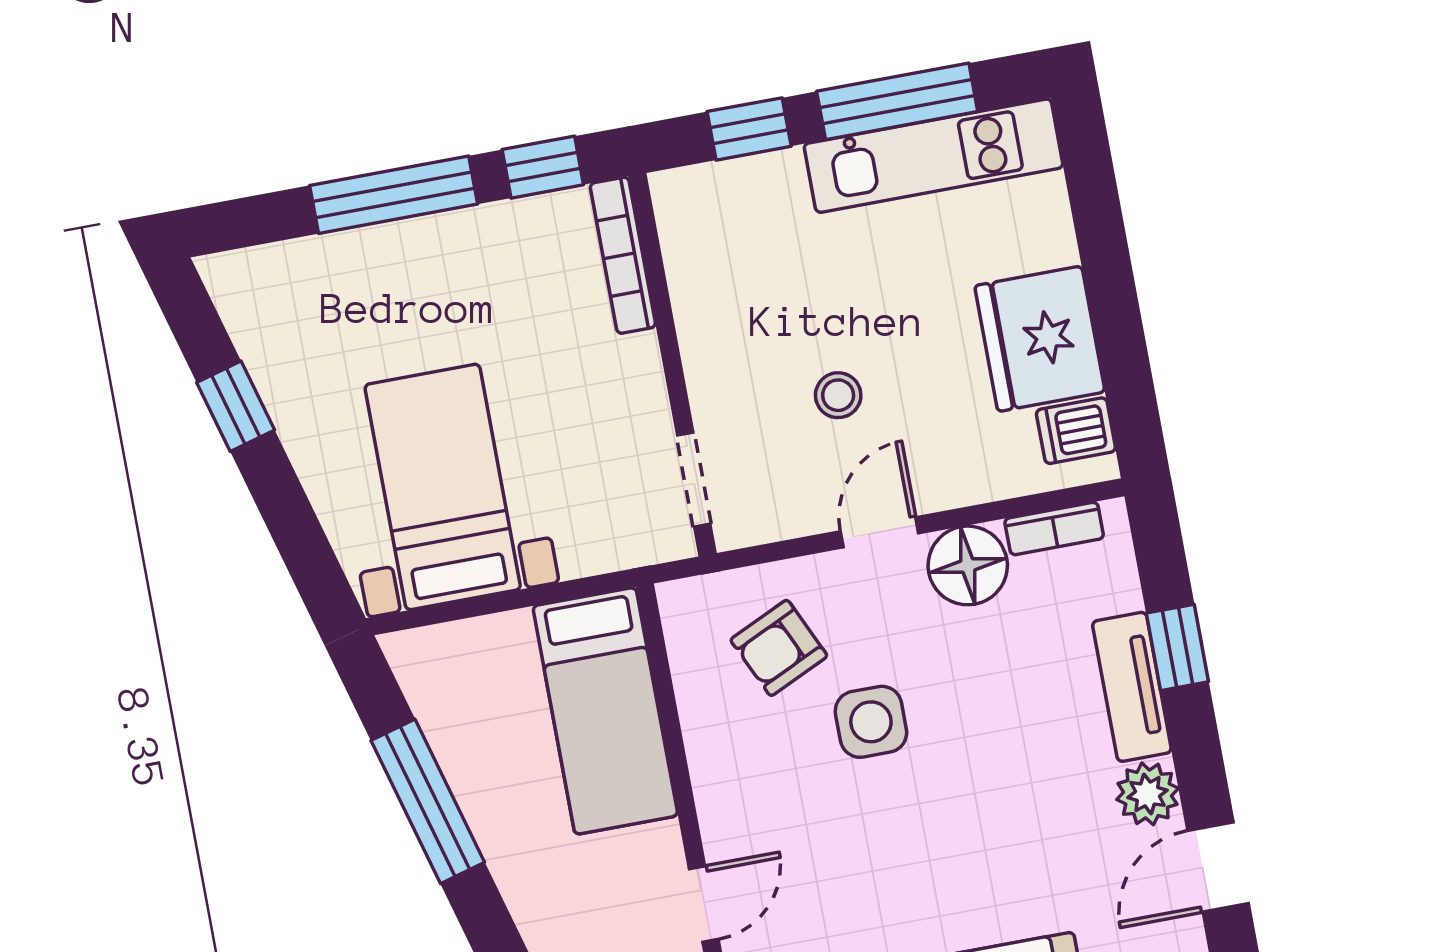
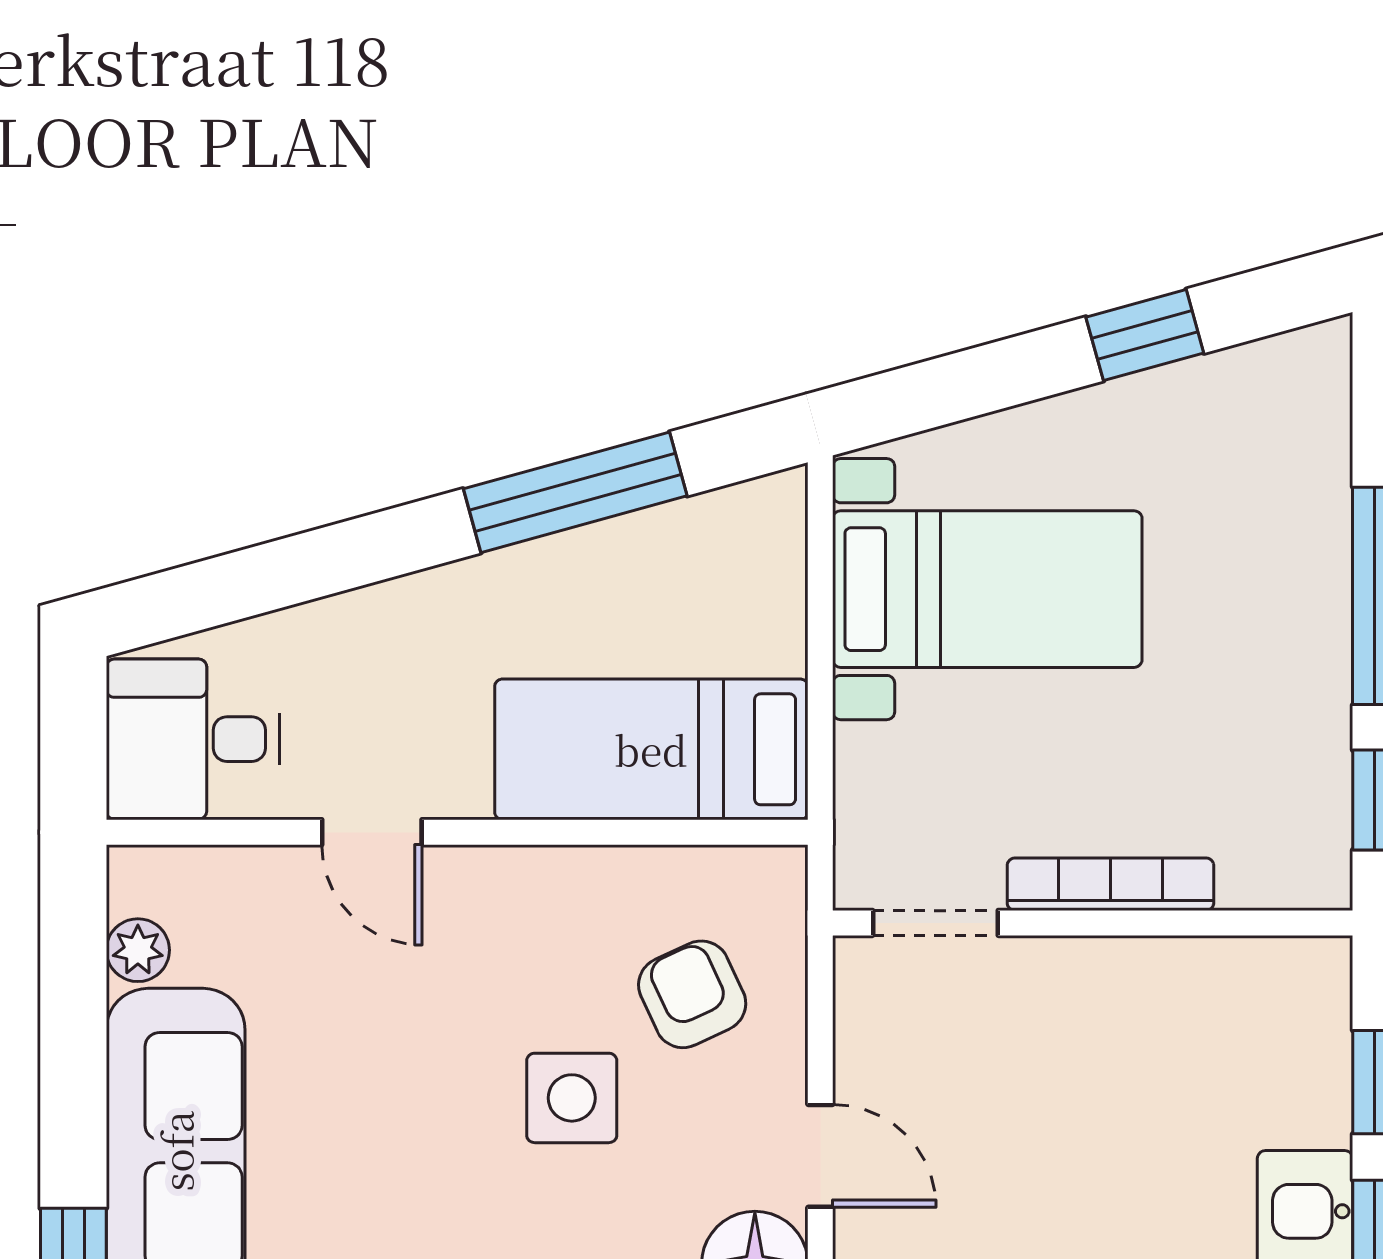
bookcase: (623, 255) -> (1110, 884), moved
stool: (838, 395) -> (1012, 1135), removed

